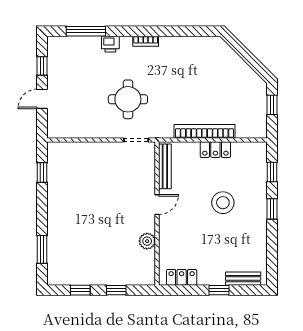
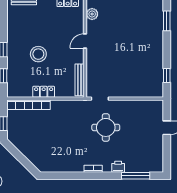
window: (42, 66) -> (167, 151), removed
bookcase: (204, 131) -> (28, 105), moved
door: (157, 205) -> (85, 41), moved
plant: (147, 241) -> (92, 14), moved

